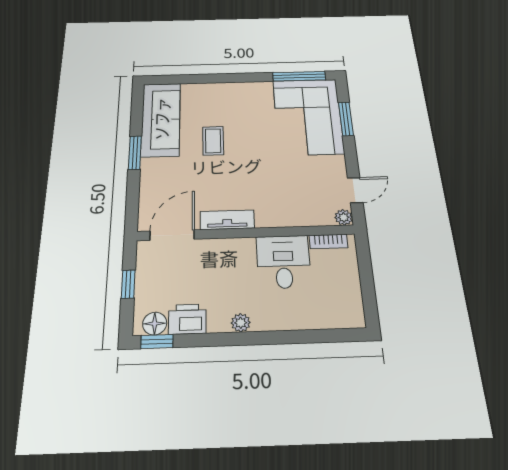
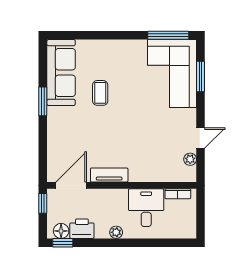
tv unit: (227, 220) -> (109, 175), moved
wall: (246, 233) -> (122, 185), moved
door: (172, 235) -> (71, 185), moved
bookcase: (328, 242) -> (178, 194), moved
desk: (283, 262) -> (146, 208), moved

